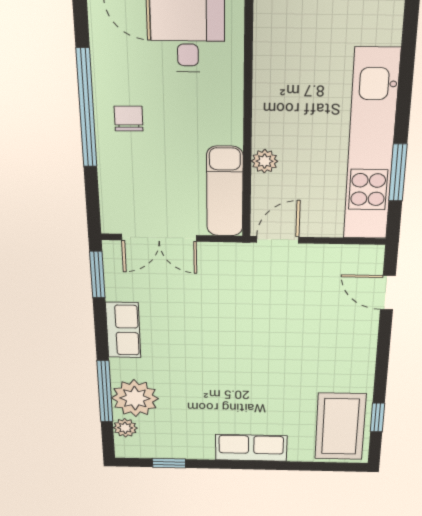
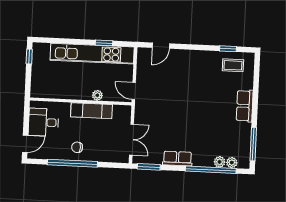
window: (398, 173) -> (104, 43), width x0.67
exam couch: (225, 192) -> (91, 111), moved
window: (105, 391) -> (211, 170), width x1.46
plant: (135, 398) -> (220, 162), width x0.53, depth x0.53
coffee table: (340, 427) -> (233, 65), width x0.54, depth x0.58
window: (169, 463) -> (253, 144), width x2.17

